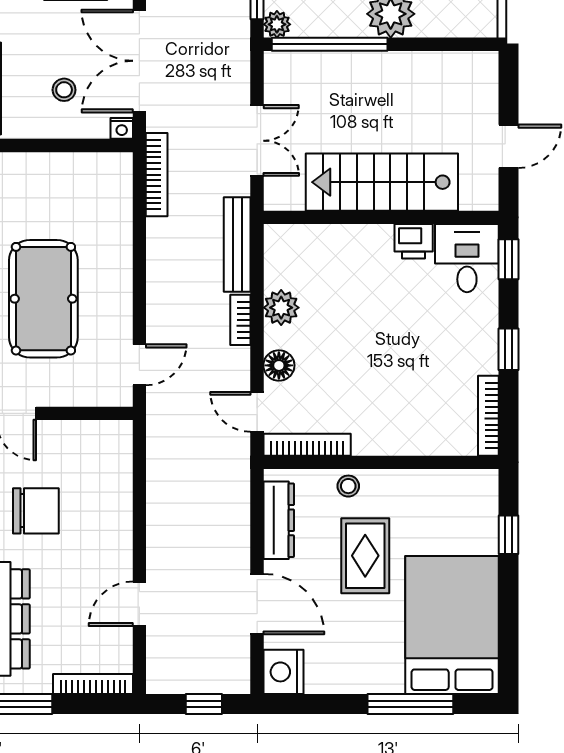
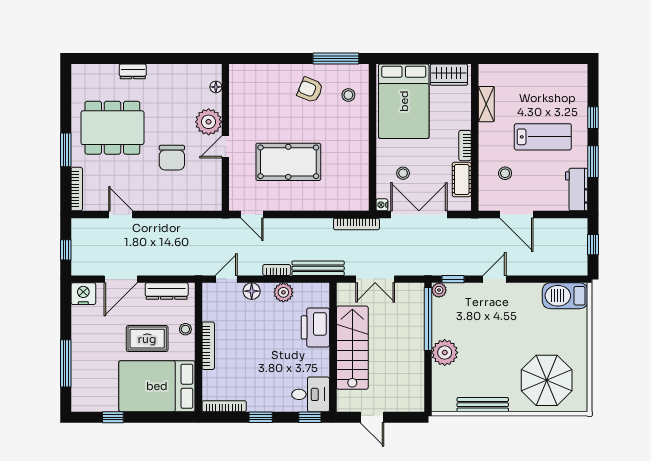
printer: (414, 241) -> (315, 327), moved, width x1.87, depth x1.48
bookcase: (307, 445) -> (208, 346), moved
window: (509, 535) -> (113, 417), moved
bed: (452, 625) -> (157, 386), moved, turned 180

